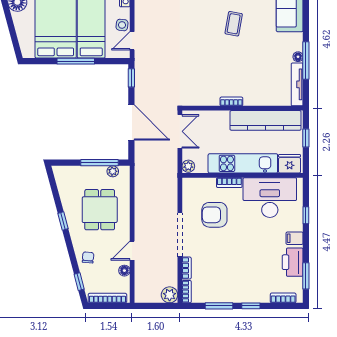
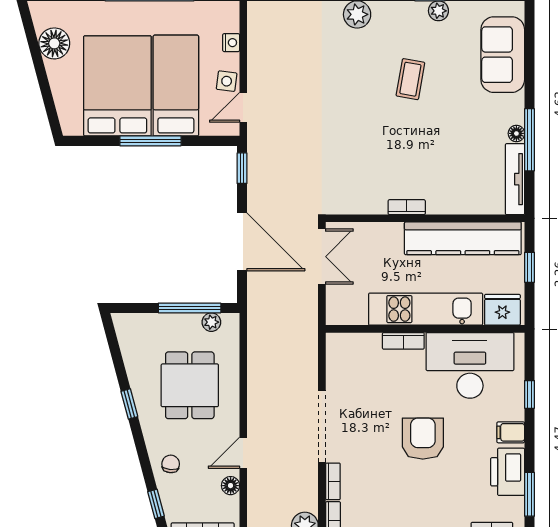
plant: (188, 166) -> (336, 314), removed
armchair: (214, 215) -> (423, 439), moved, turned 90

